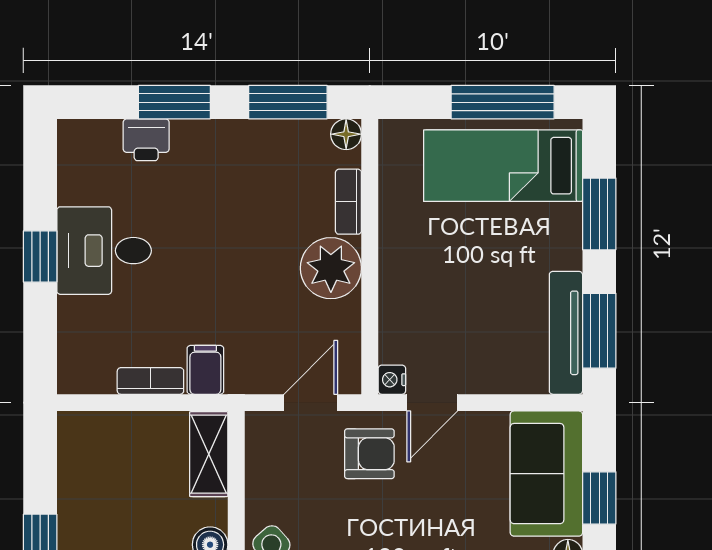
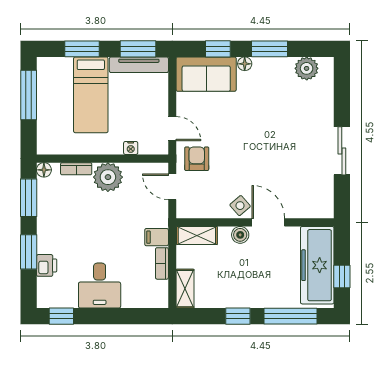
bed: (503, 166) -> (91, 95), moved
window: (40, 256) -> (61, 316), moved
nightstand: (392, 380) -> (131, 148), moved
shelving: (98, 429) -> (185, 289), added

